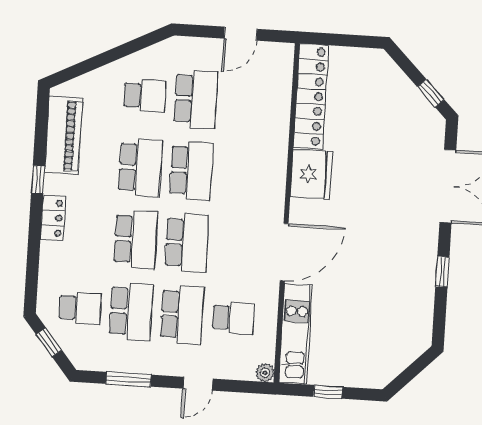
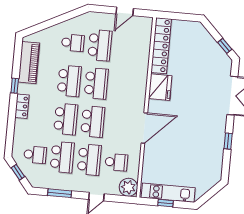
kitchen unit: (295, 334) -> (168, 193), moved, turned -90
plant: (265, 373) -> (128, 187), width x1.88, depth x1.88

